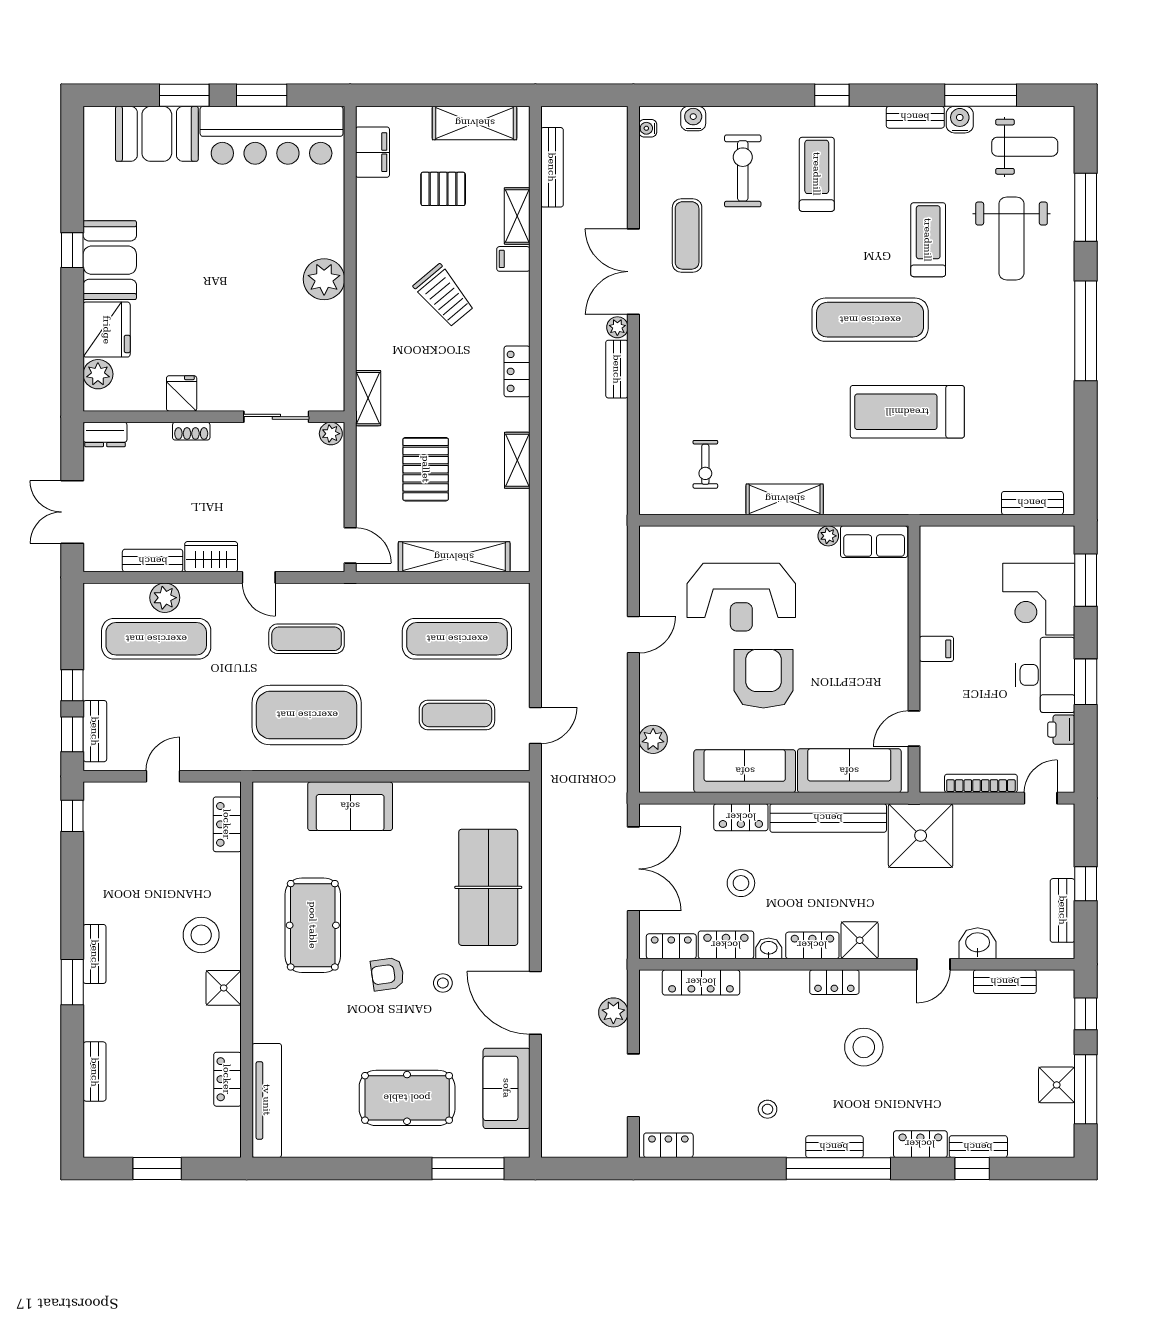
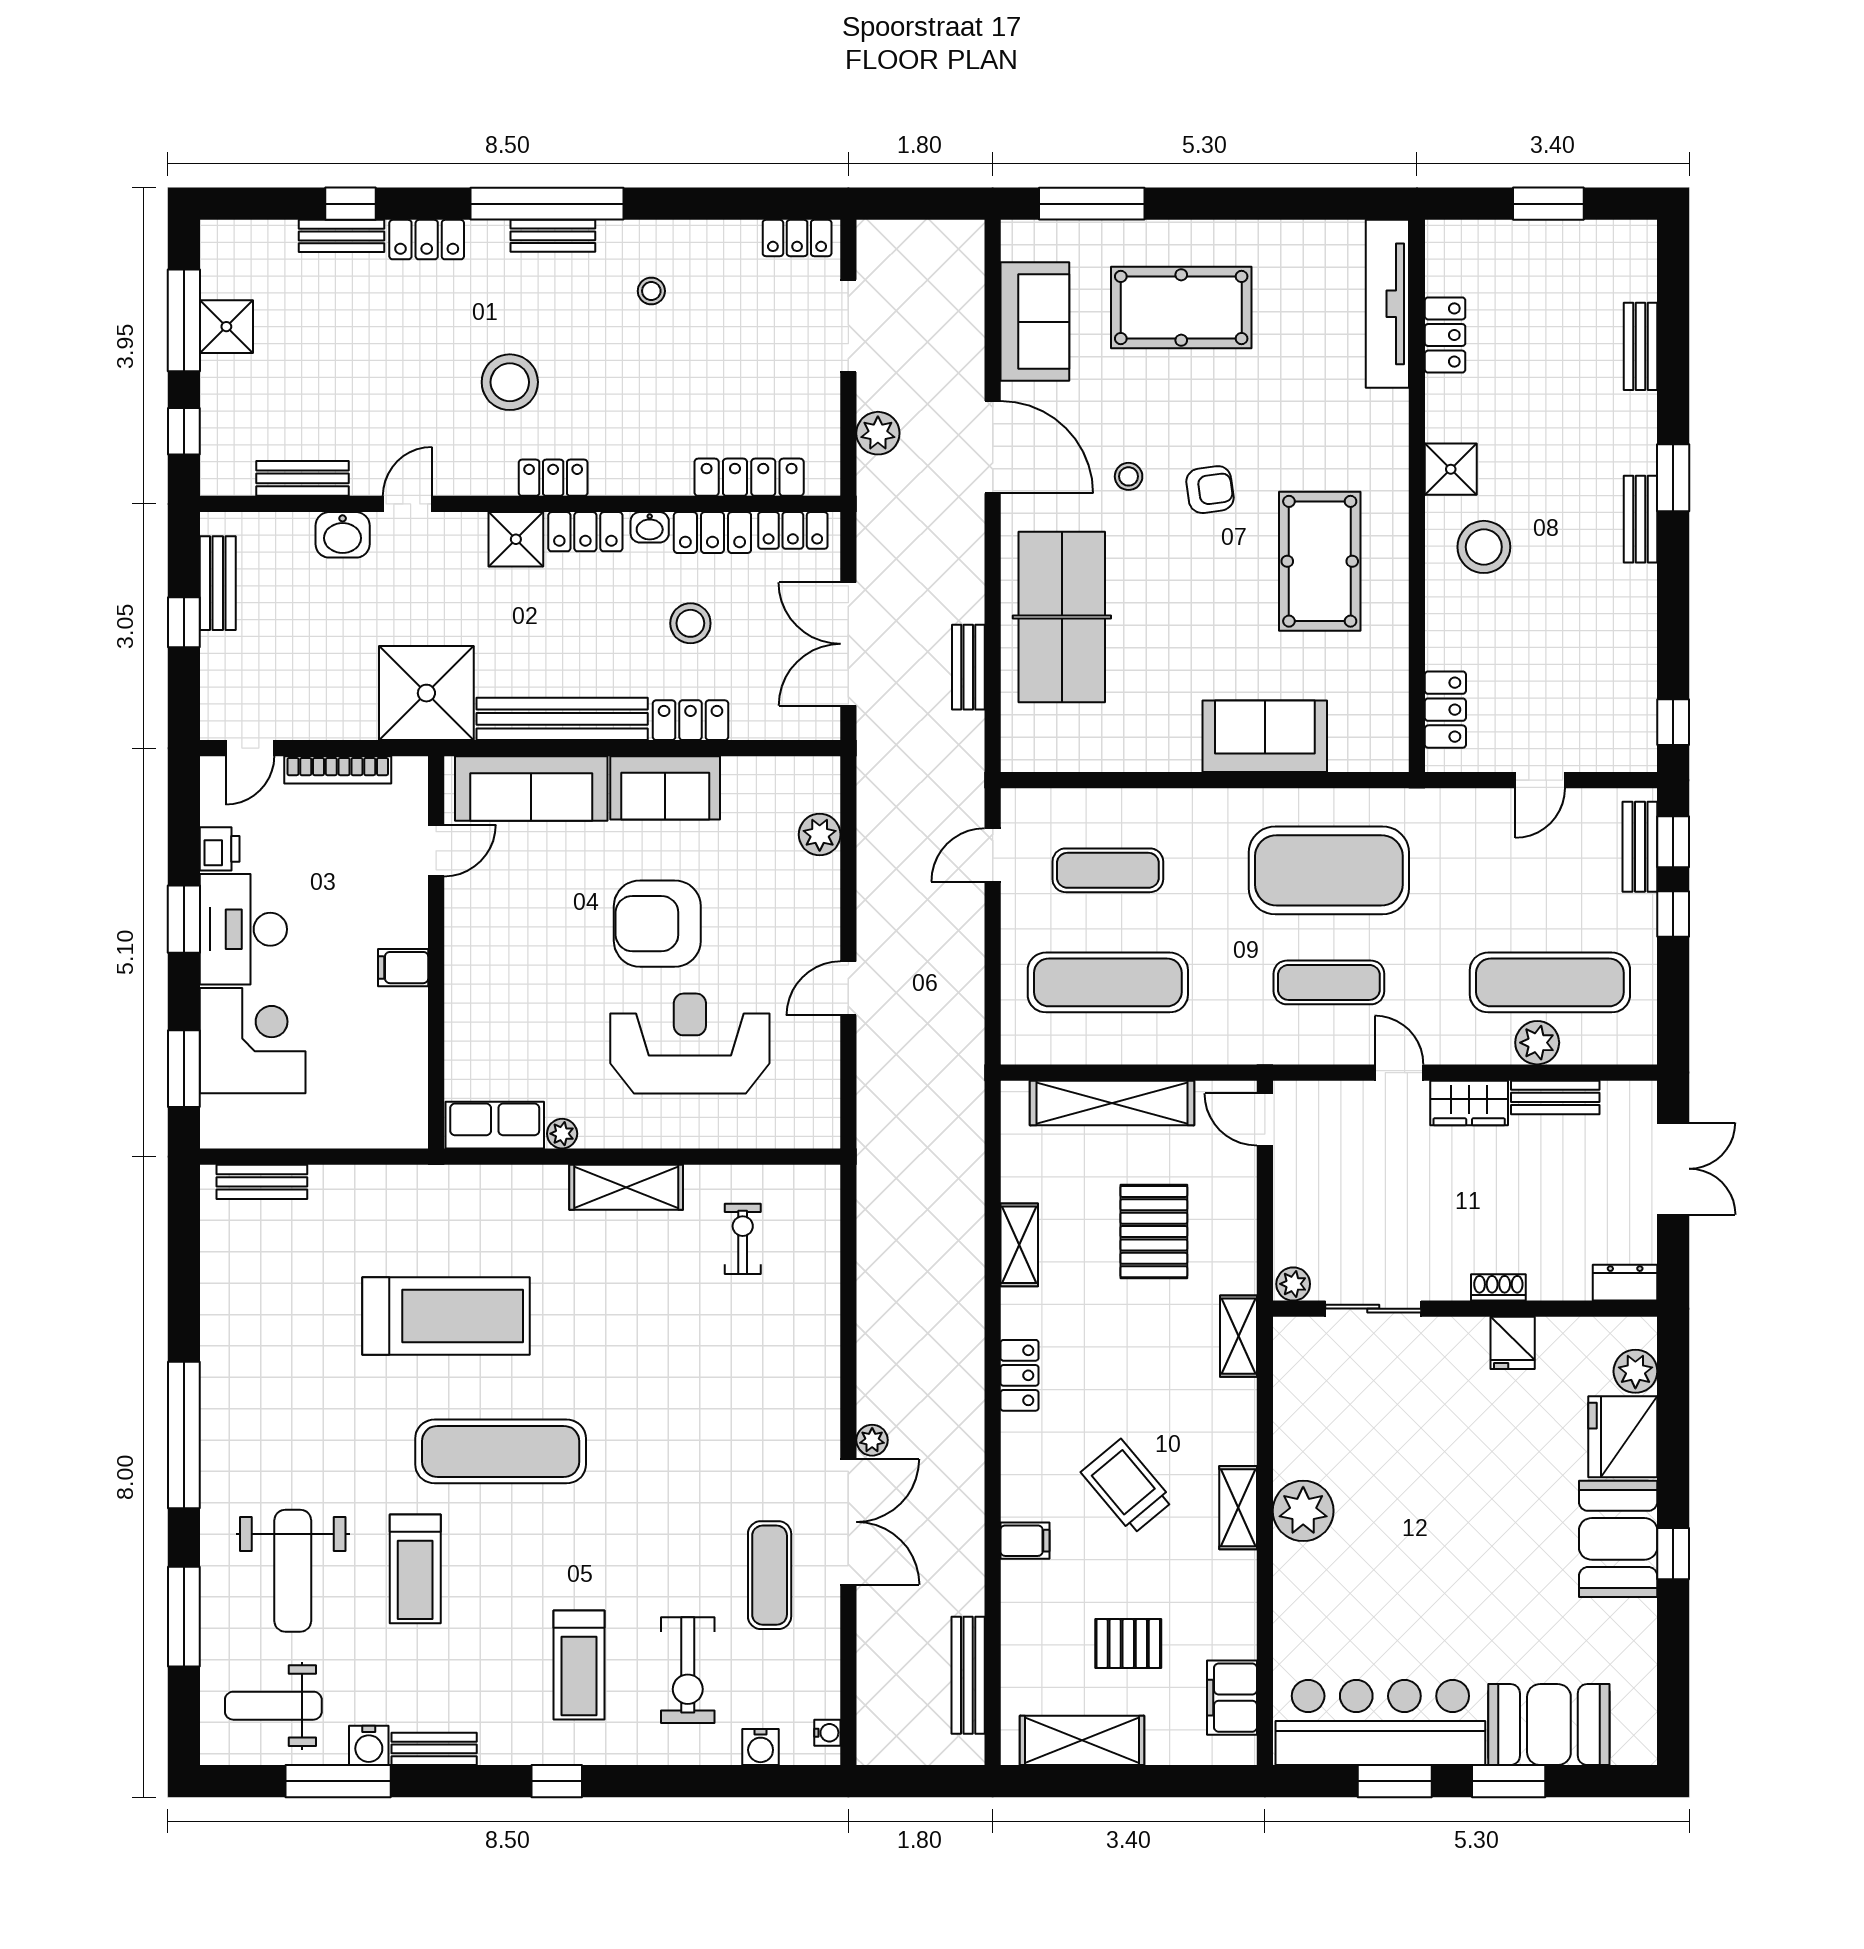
shelving: (517, 216) -> (1238, 1508), moved
weight bench: (1011, 238) -> (293, 1571), turned 180
bench: (617, 369) -> (968, 667), moved
armchair: (763, 679) -> (657, 924), turned 90
sofa: (745, 771) -> (665, 788), width x0.73

